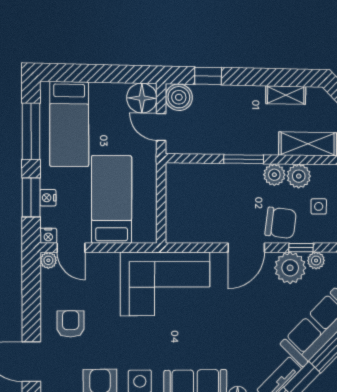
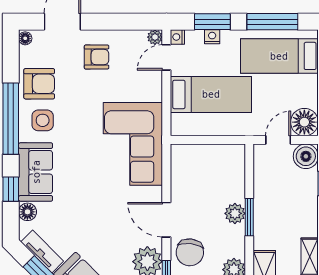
plant: (274, 175) -> (235, 213), moved

